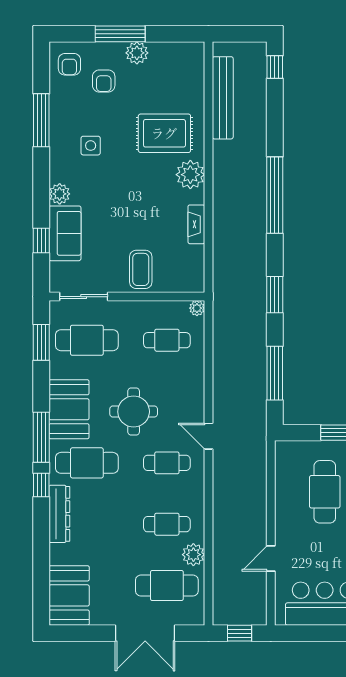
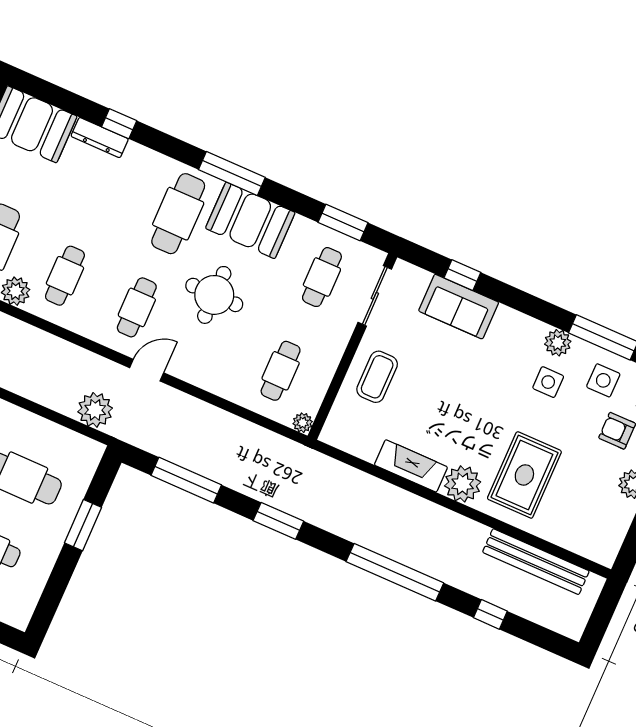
window: (275, 67) -> (490, 614), moved
side table: (72, 107) -> (603, 380), added
plant: (60, 194) -> (558, 343), moved
fireplace: (196, 224) -> (411, 466), width x1.37, depth x1.32
coffee table: (141, 269) -> (377, 377), turned 90
cafe table: (87, 340) -> (322, 277), width x0.73, depth x0.74
plant: (253, 460) -> (95, 410), added
window: (41, 485) -> (119, 124), moved
dresser: (59, 514) -> (100, 138), moved, width x0.73, depth x0.80

